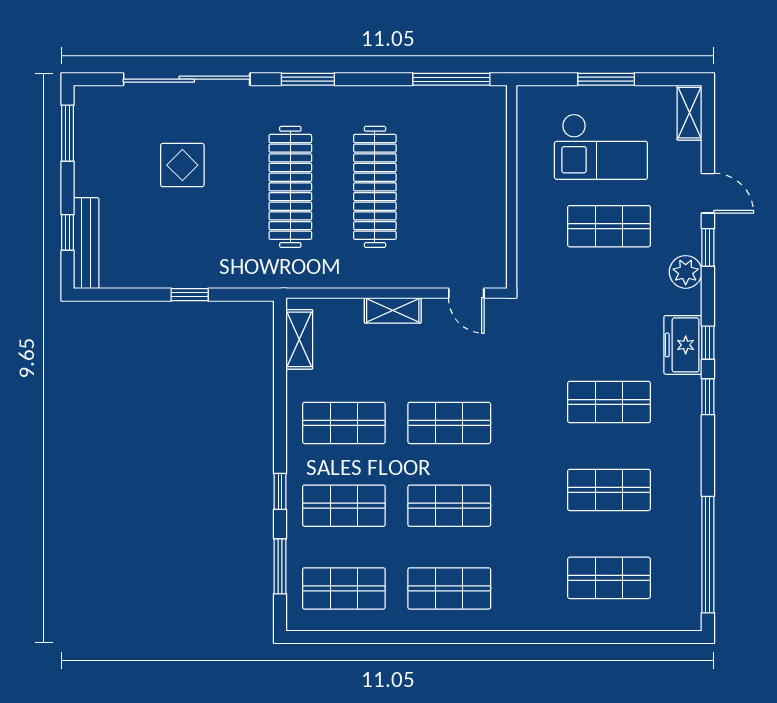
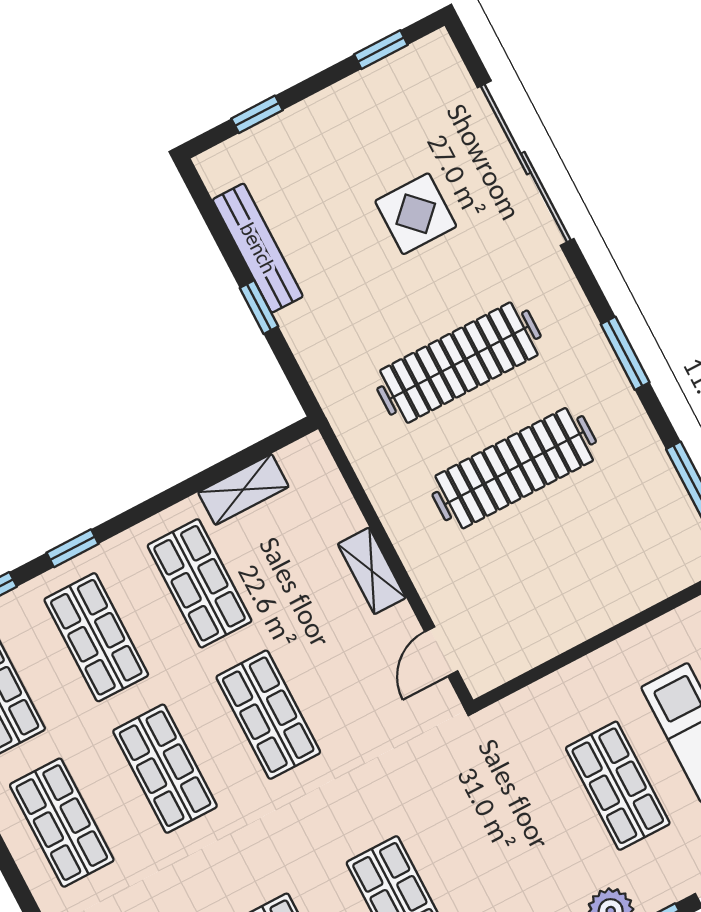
window: (308, 79) -> (625, 353), moved
window: (68, 133) -> (381, 50), width x0.67
bench: (86, 243) -> (258, 248), moved, turned 90
shelving: (299, 339) -> (243, 489), moved

